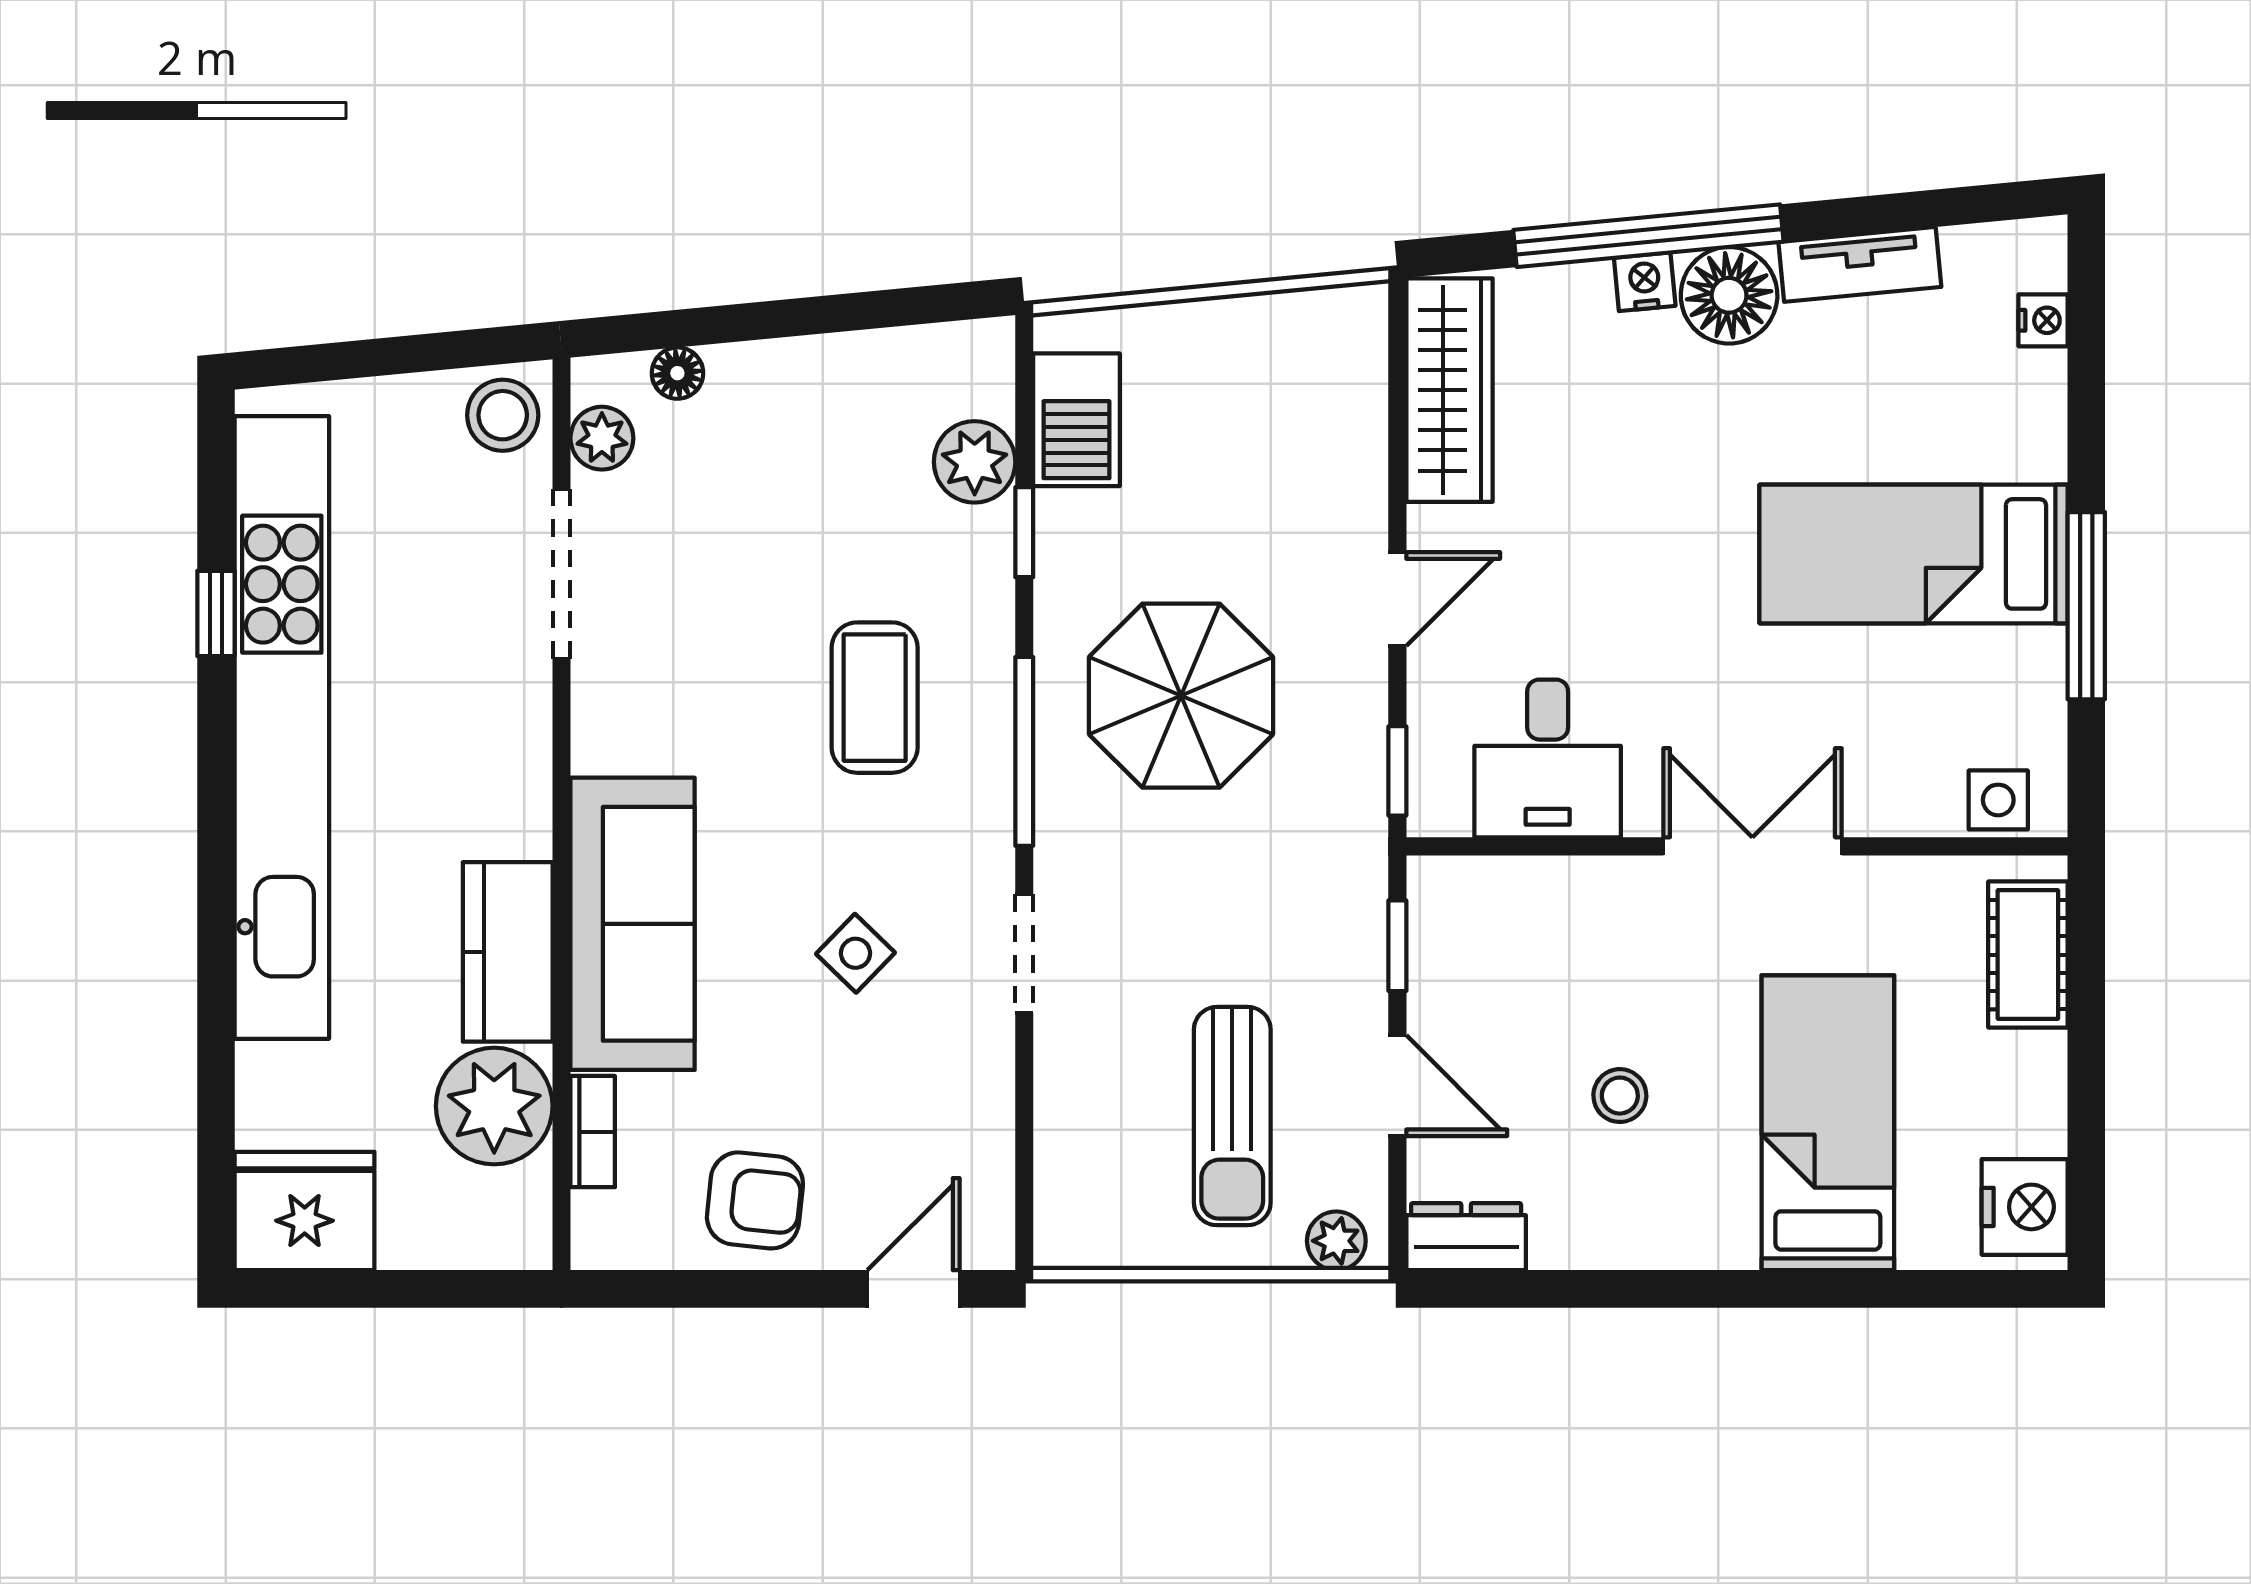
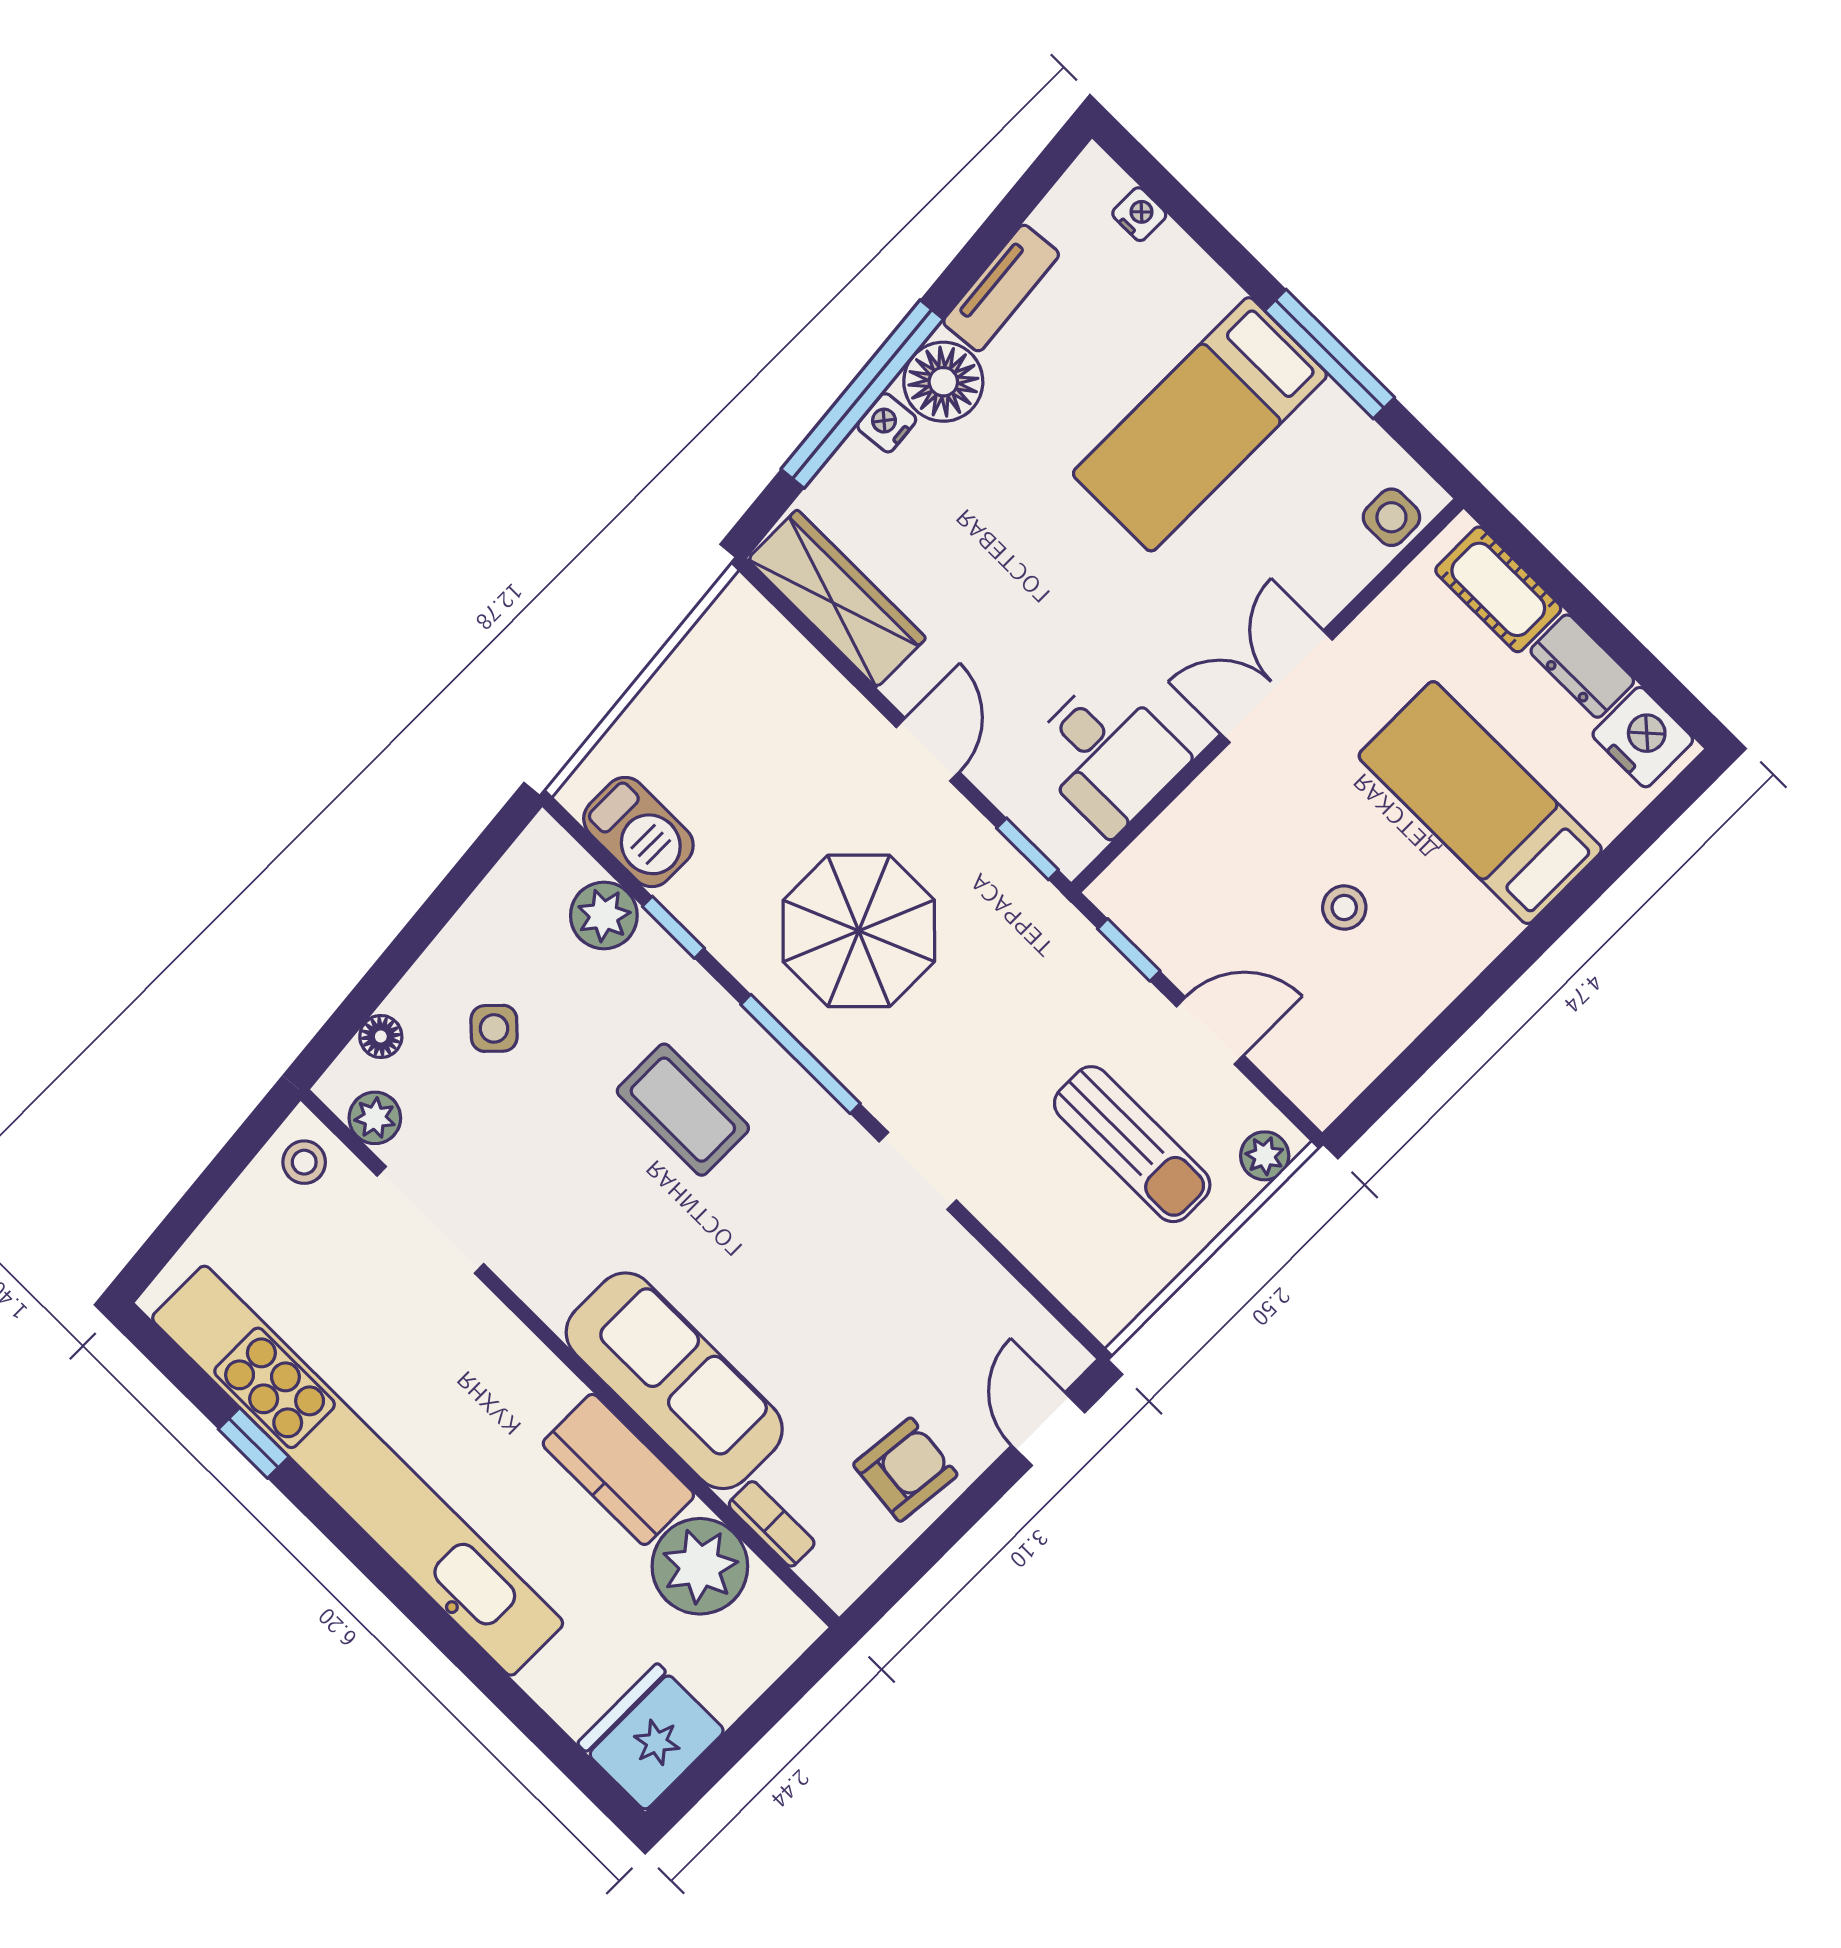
stool: (503, 415) -> (304, 1162), width x0.73, depth x0.73
side table: (856, 953) -> (494, 1028), moved
dresser: (1466, 1237) -> (1582, 666), moved, turned -90

